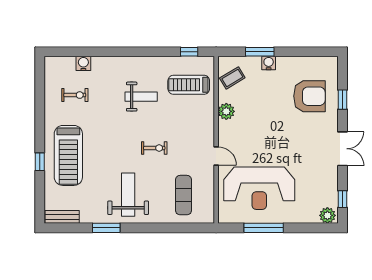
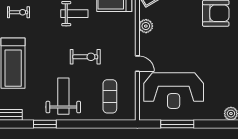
exercise bike: (154, 148) -> (85, 57), width x1.38, depth x1.39

